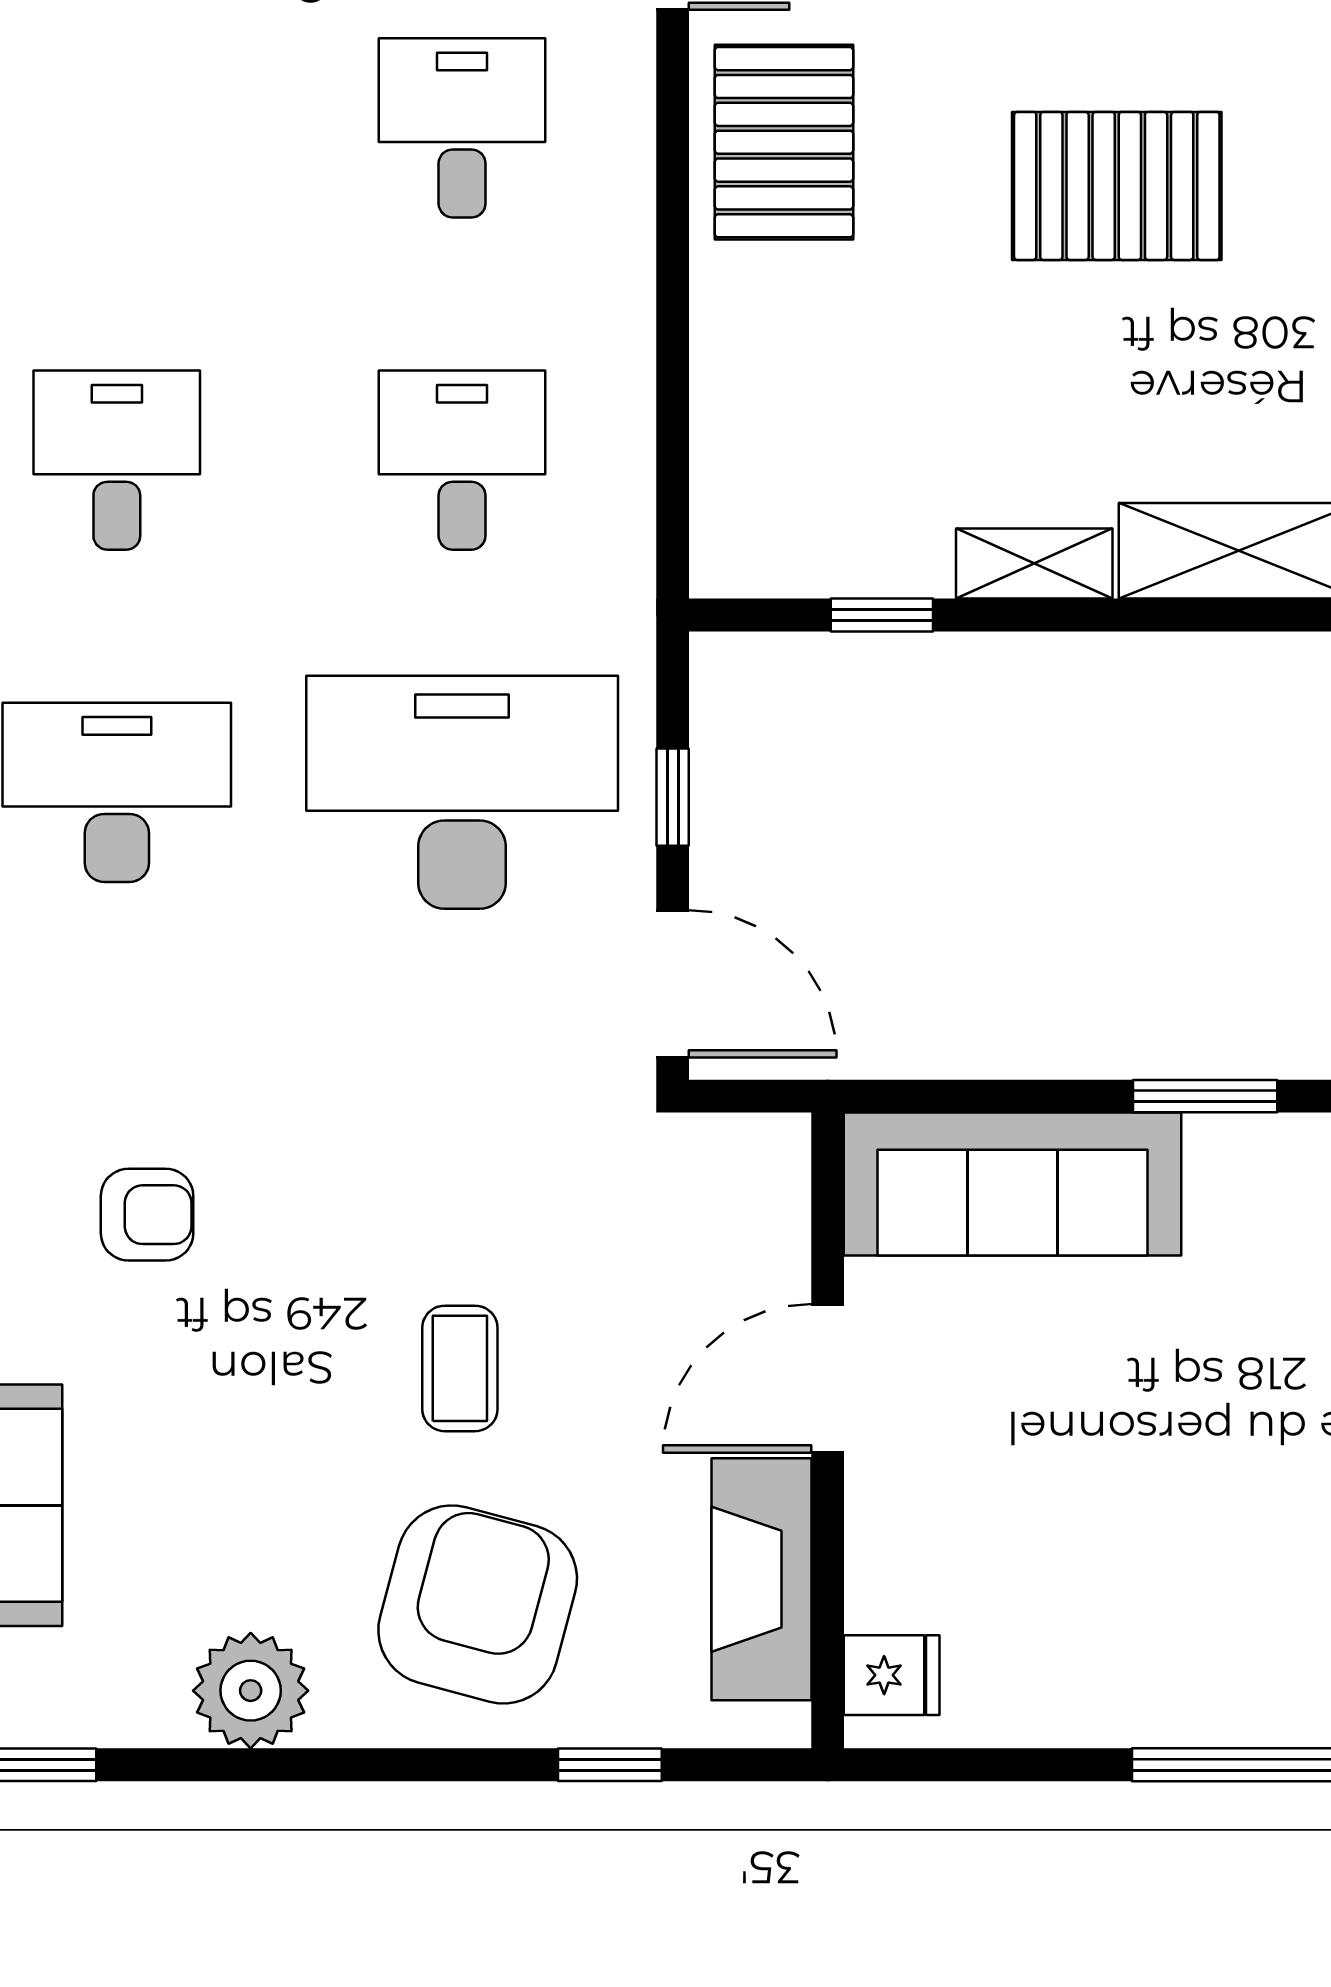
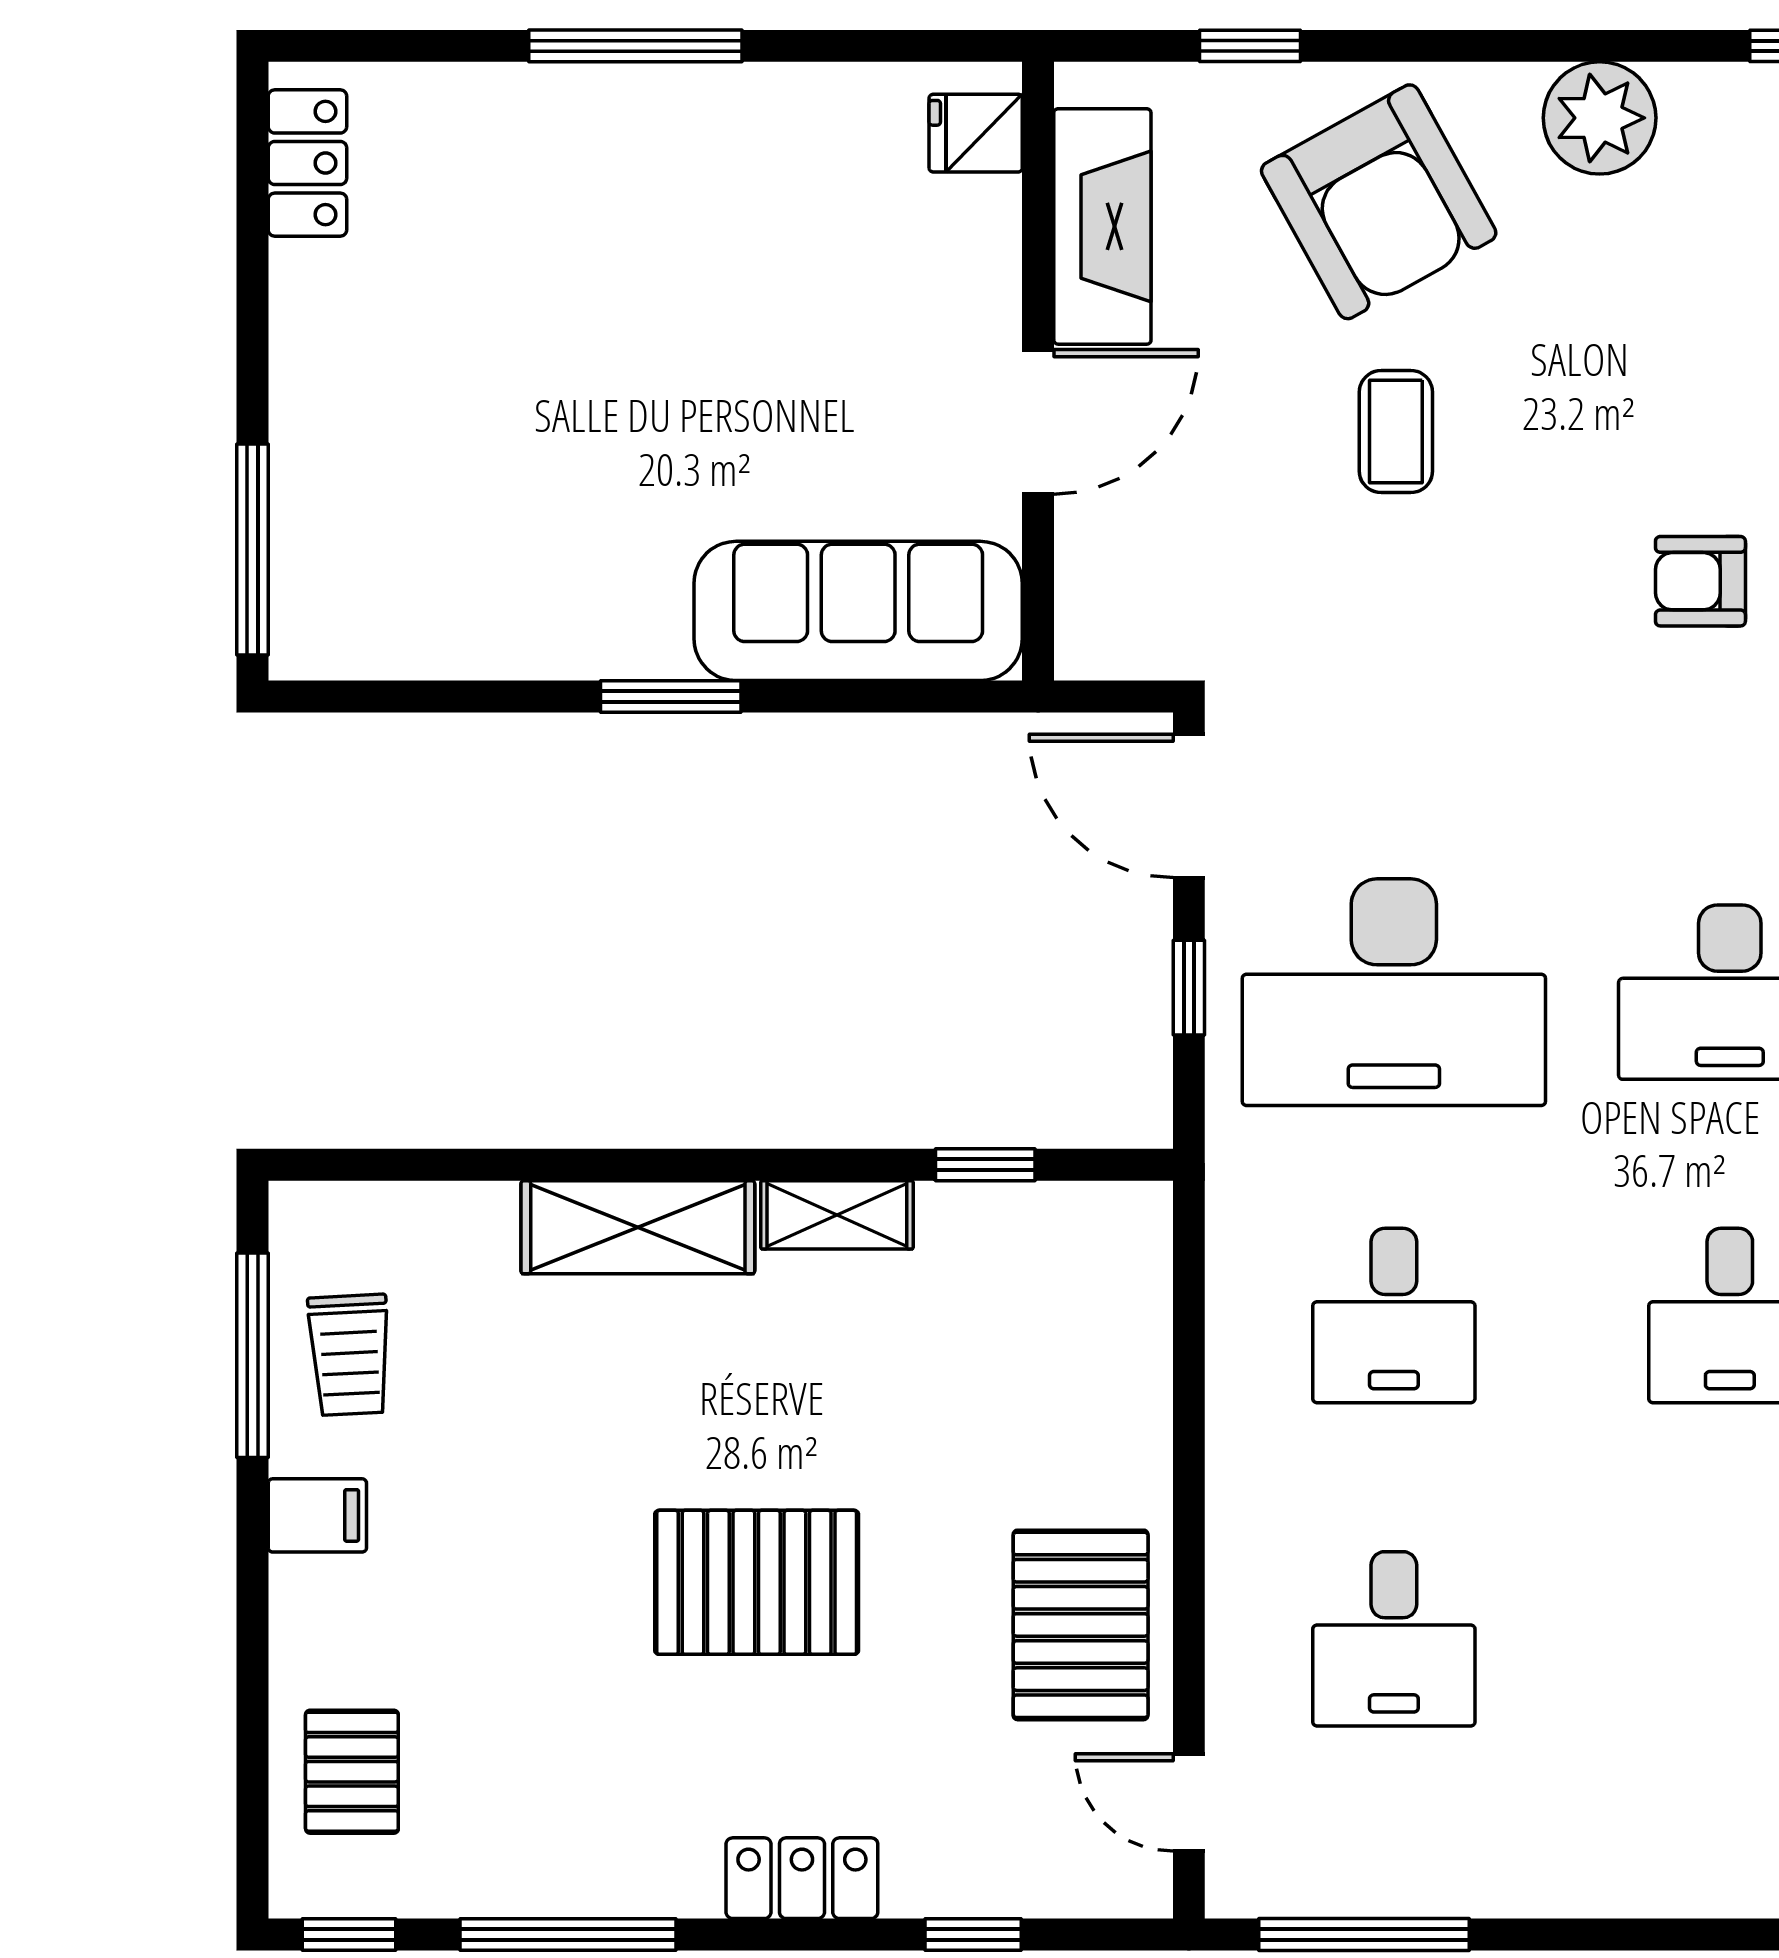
armchair: (478, 1604) -> (1379, 202), turned -44

